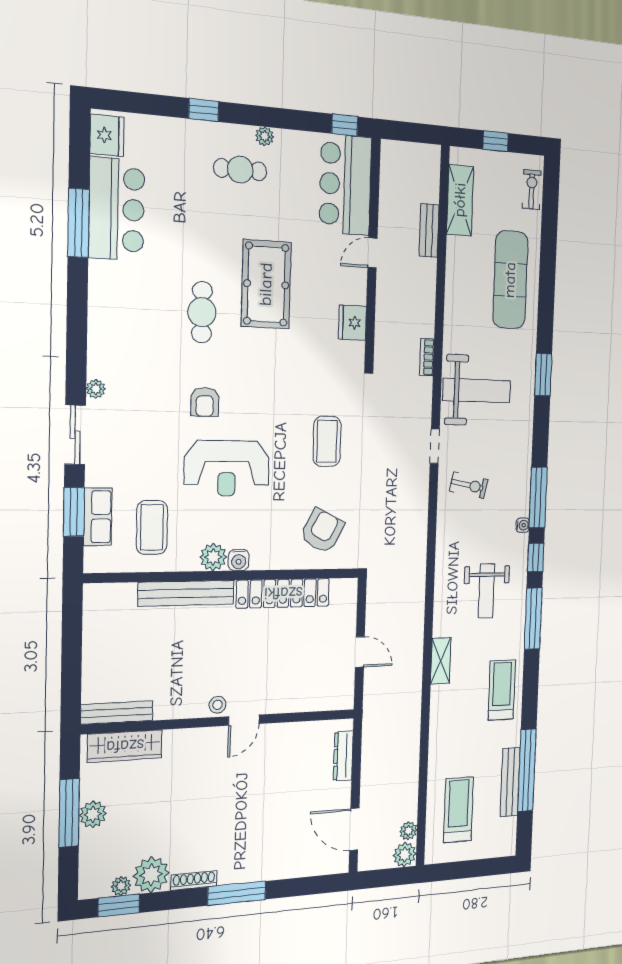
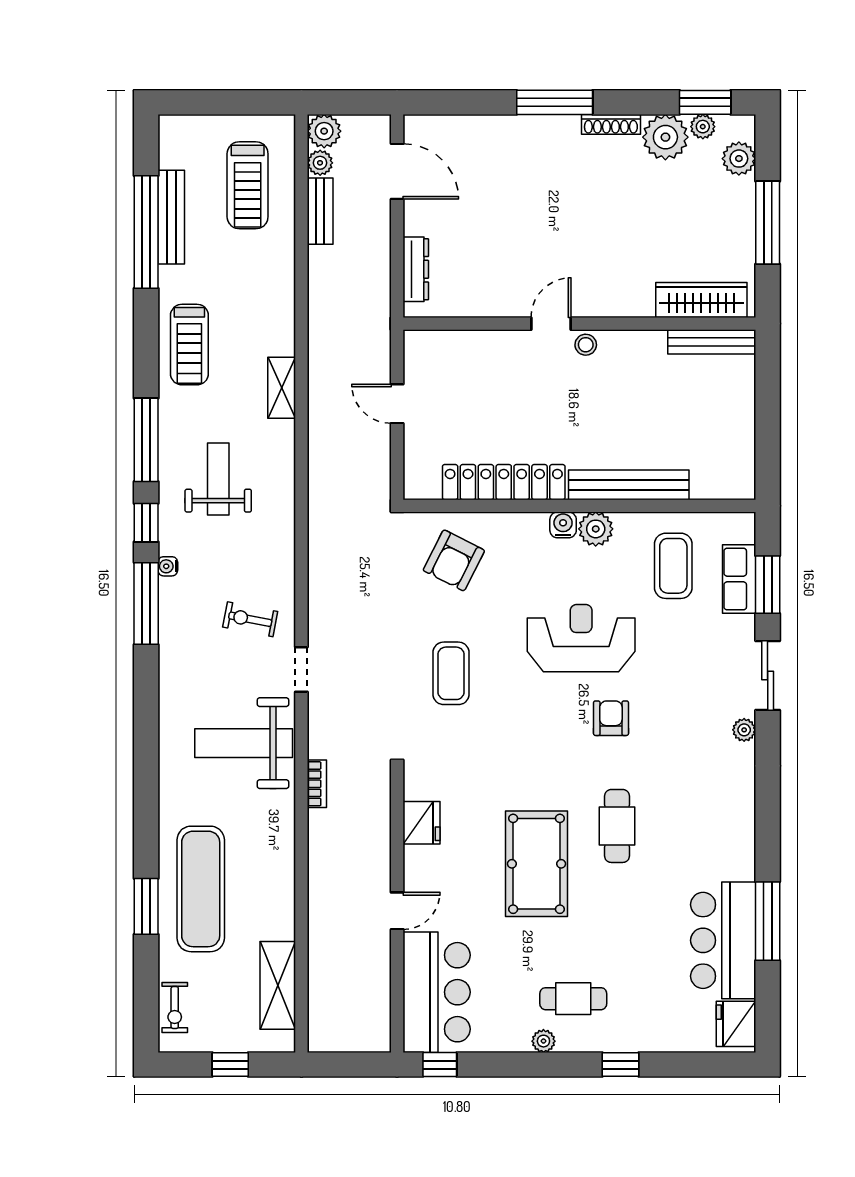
bench: (429, 231) -> (320, 211), moved
window: (543, 375) -> (146, 906), moved
plant: (93, 814) -> (739, 159), moved

